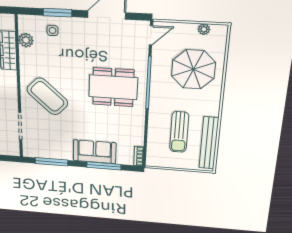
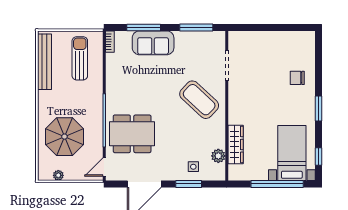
dining table: (113, 87) -> (132, 134), moved
sun lounger: (179, 132) -> (80, 58), moved

